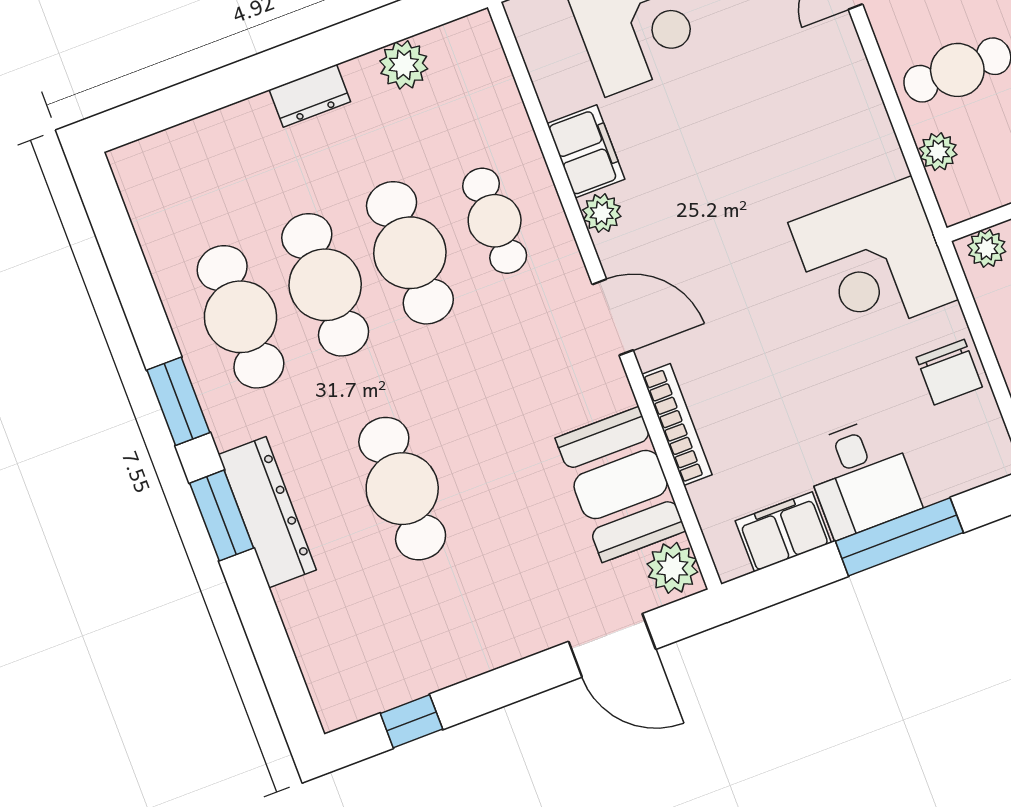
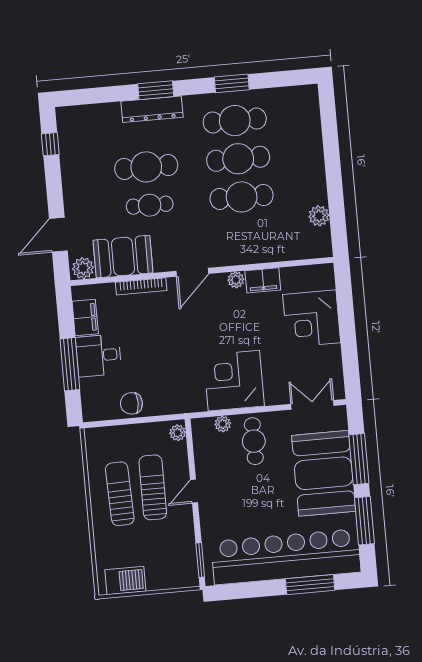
dresser: (310, 96) -> (317, 174), removed
cafe table: (495, 221) -> (150, 205), moved
corner desk: (873, 261) -> (234, 381), moved
window: (178, 401) -> (232, 83), moved

